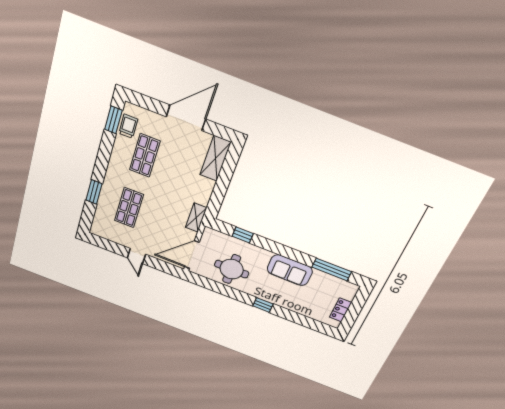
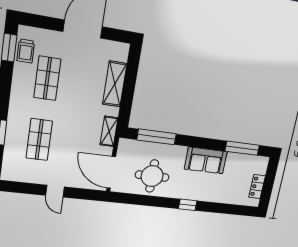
trolley: (128, 126) -> (26, 51), turned 180
shelving: (215, 159) -> (115, 84), moved
window: (243, 235) -> (157, 137), width x2.17
door: (192, 255) -> (111, 172), hinge flipped

